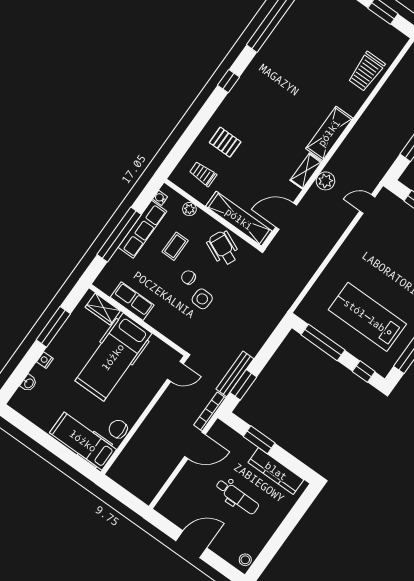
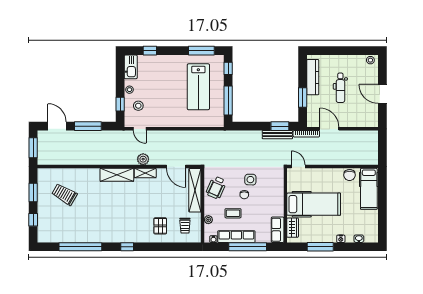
trolley: (366, 71) -> (64, 194), moved, turned -150
stool: (398, 223) -> (138, 106), added
row of seats: (132, 301) -> (278, 230), moved
dental chair: (237, 497) -> (340, 88), turned 180

